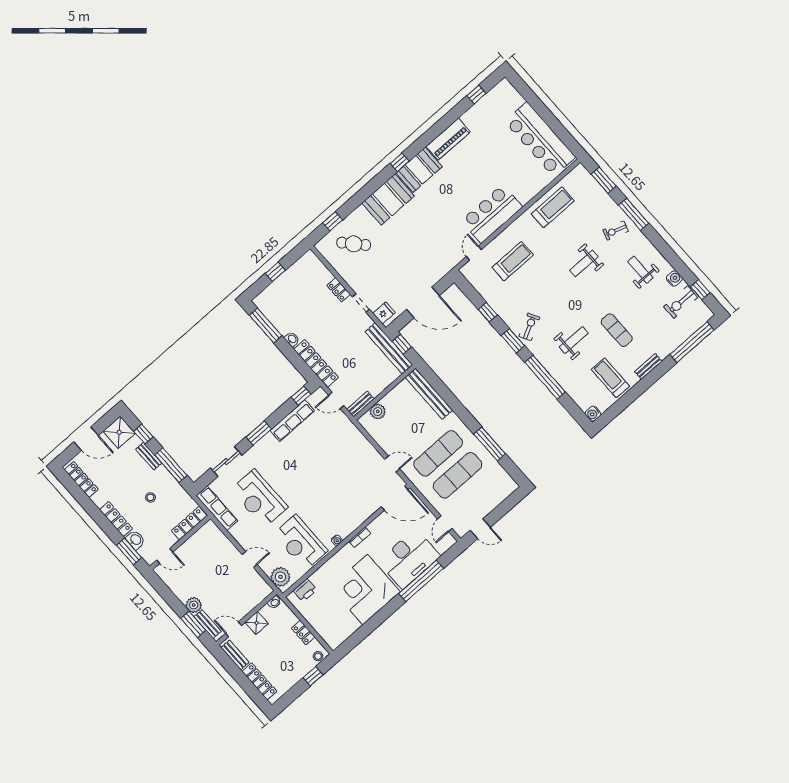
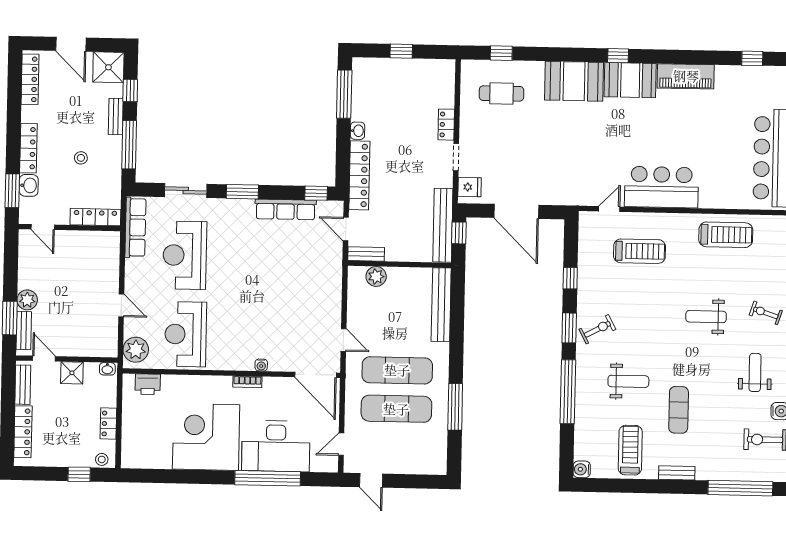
cafe table: (354, 244) -> (502, 93), turned -47
water cooler: (337, 540) -> (261, 365), moved

